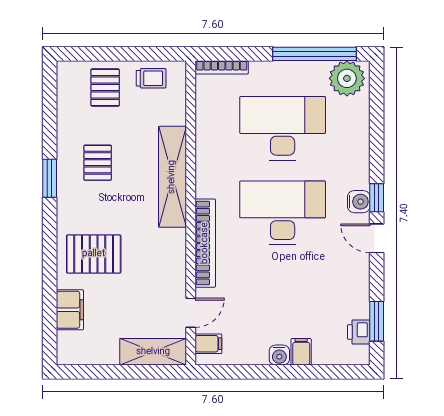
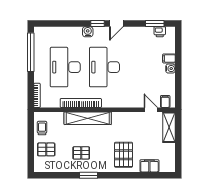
plant: (347, 78) -> (42, 37), removed
water cooler: (359, 202) -> (88, 32), moved
bookcase: (205, 243) -> (81, 103), moved

